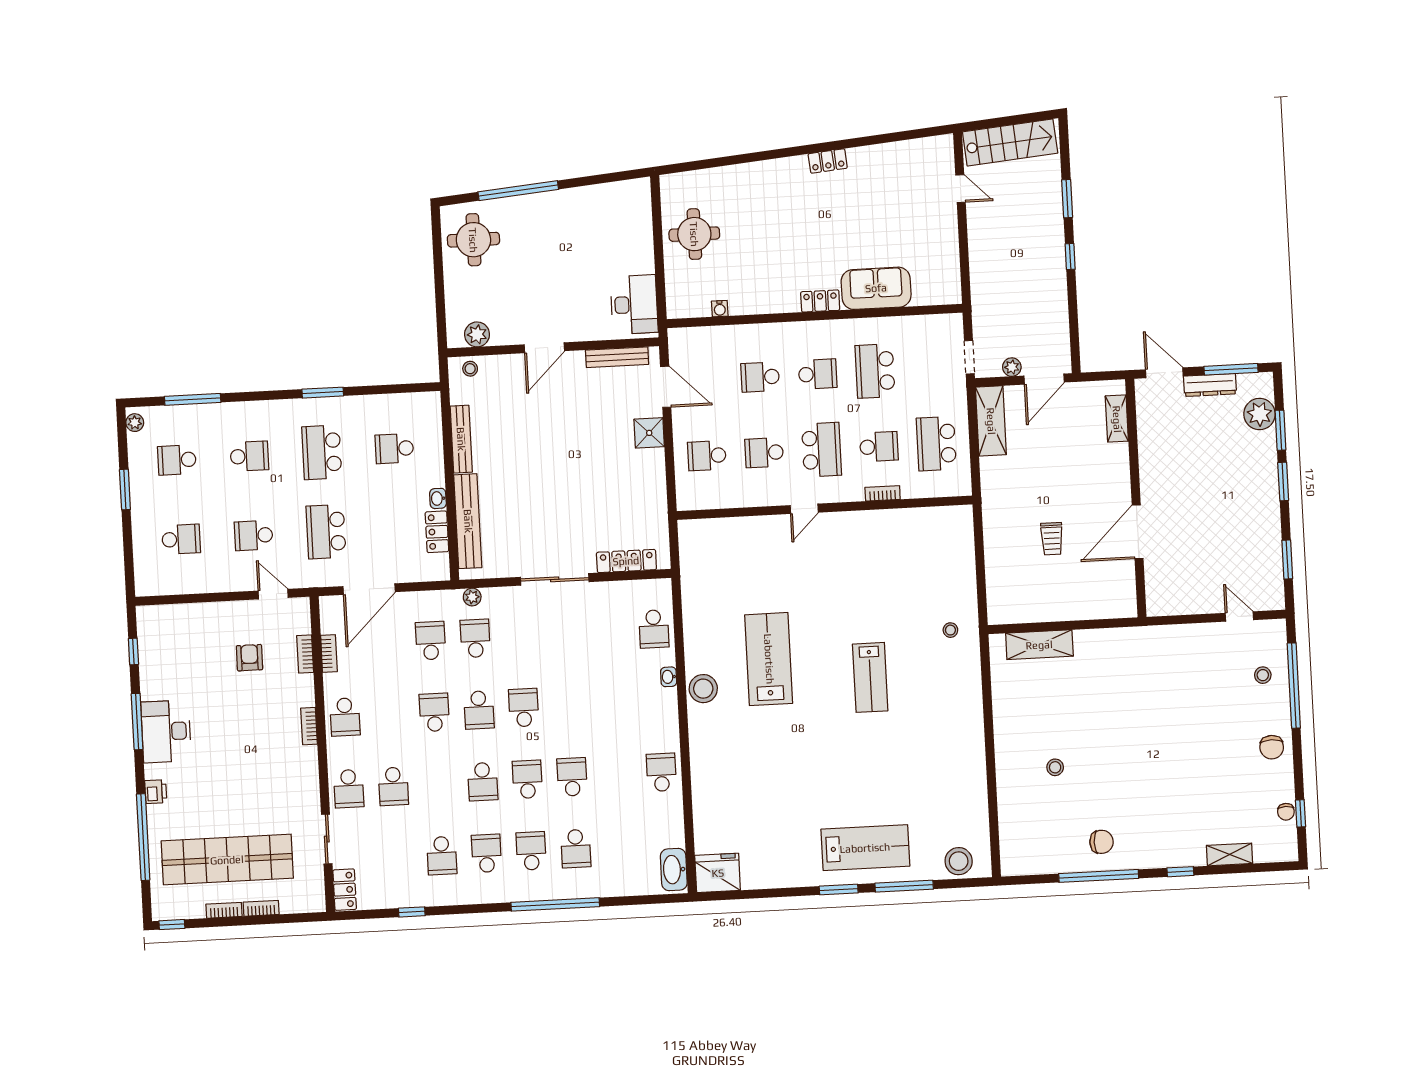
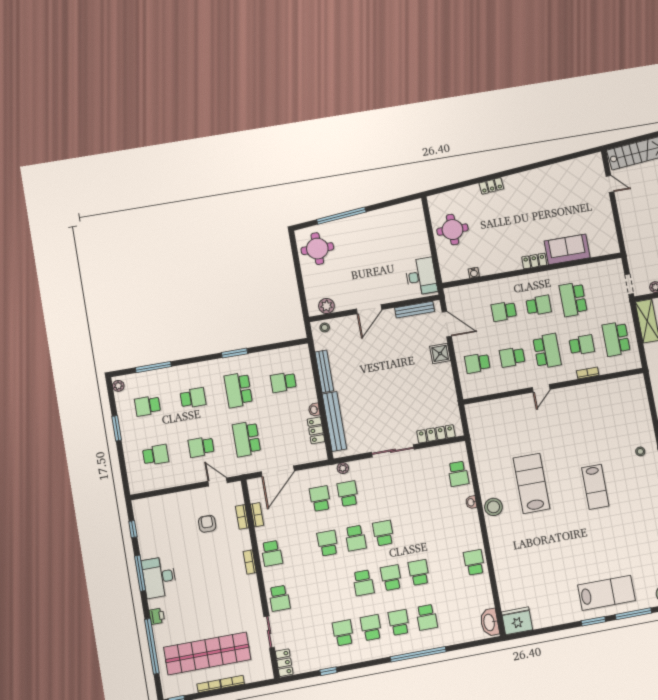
locker: (828, 161) -> (491, 186), moved
school desk: (393, 786) -> (307, 593), removed
school desk: (442, 856) -> (343, 633), turned 180

